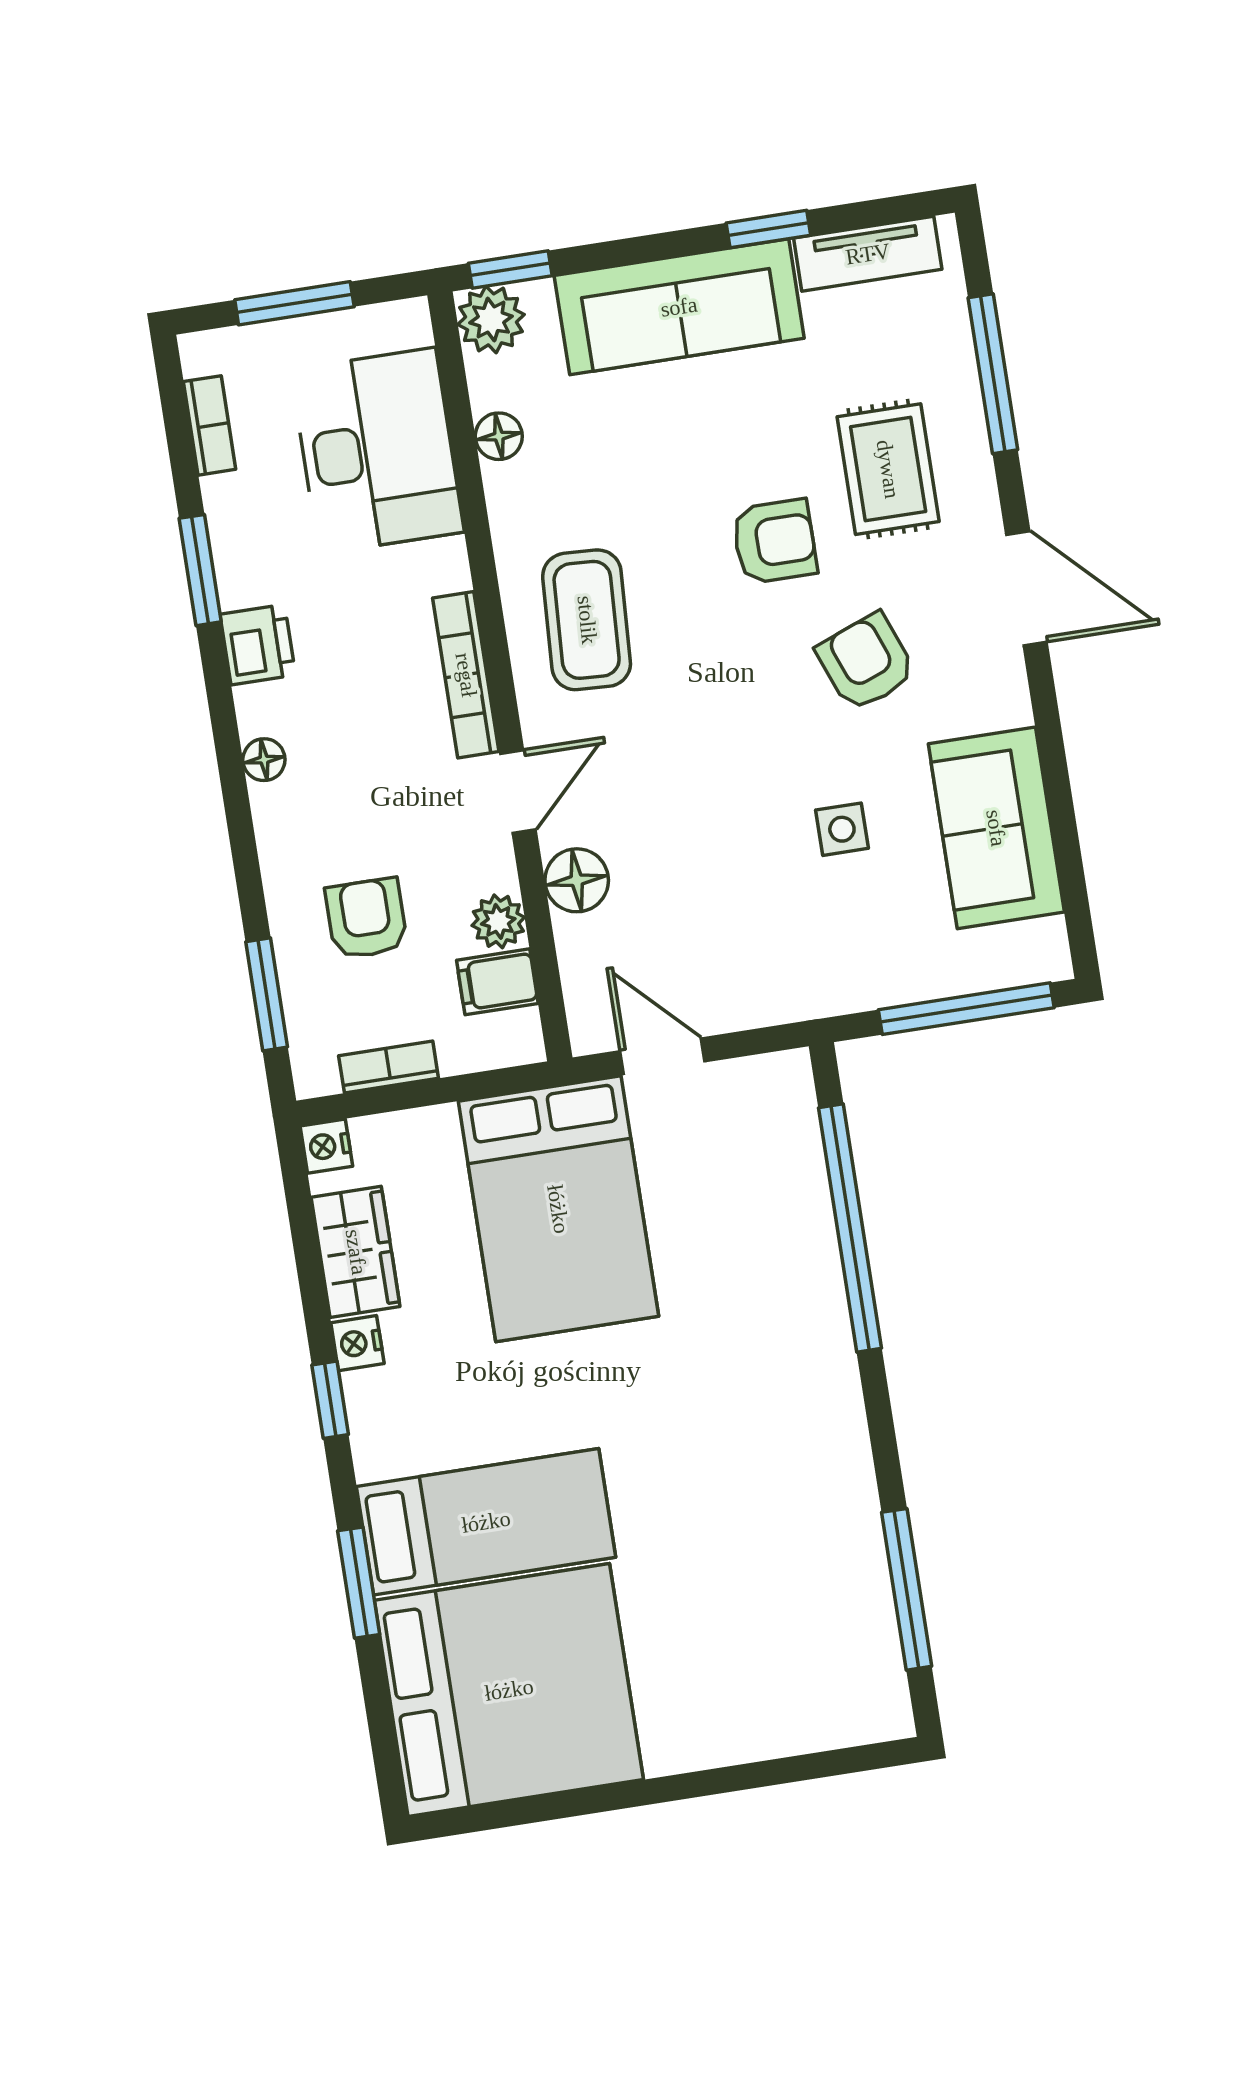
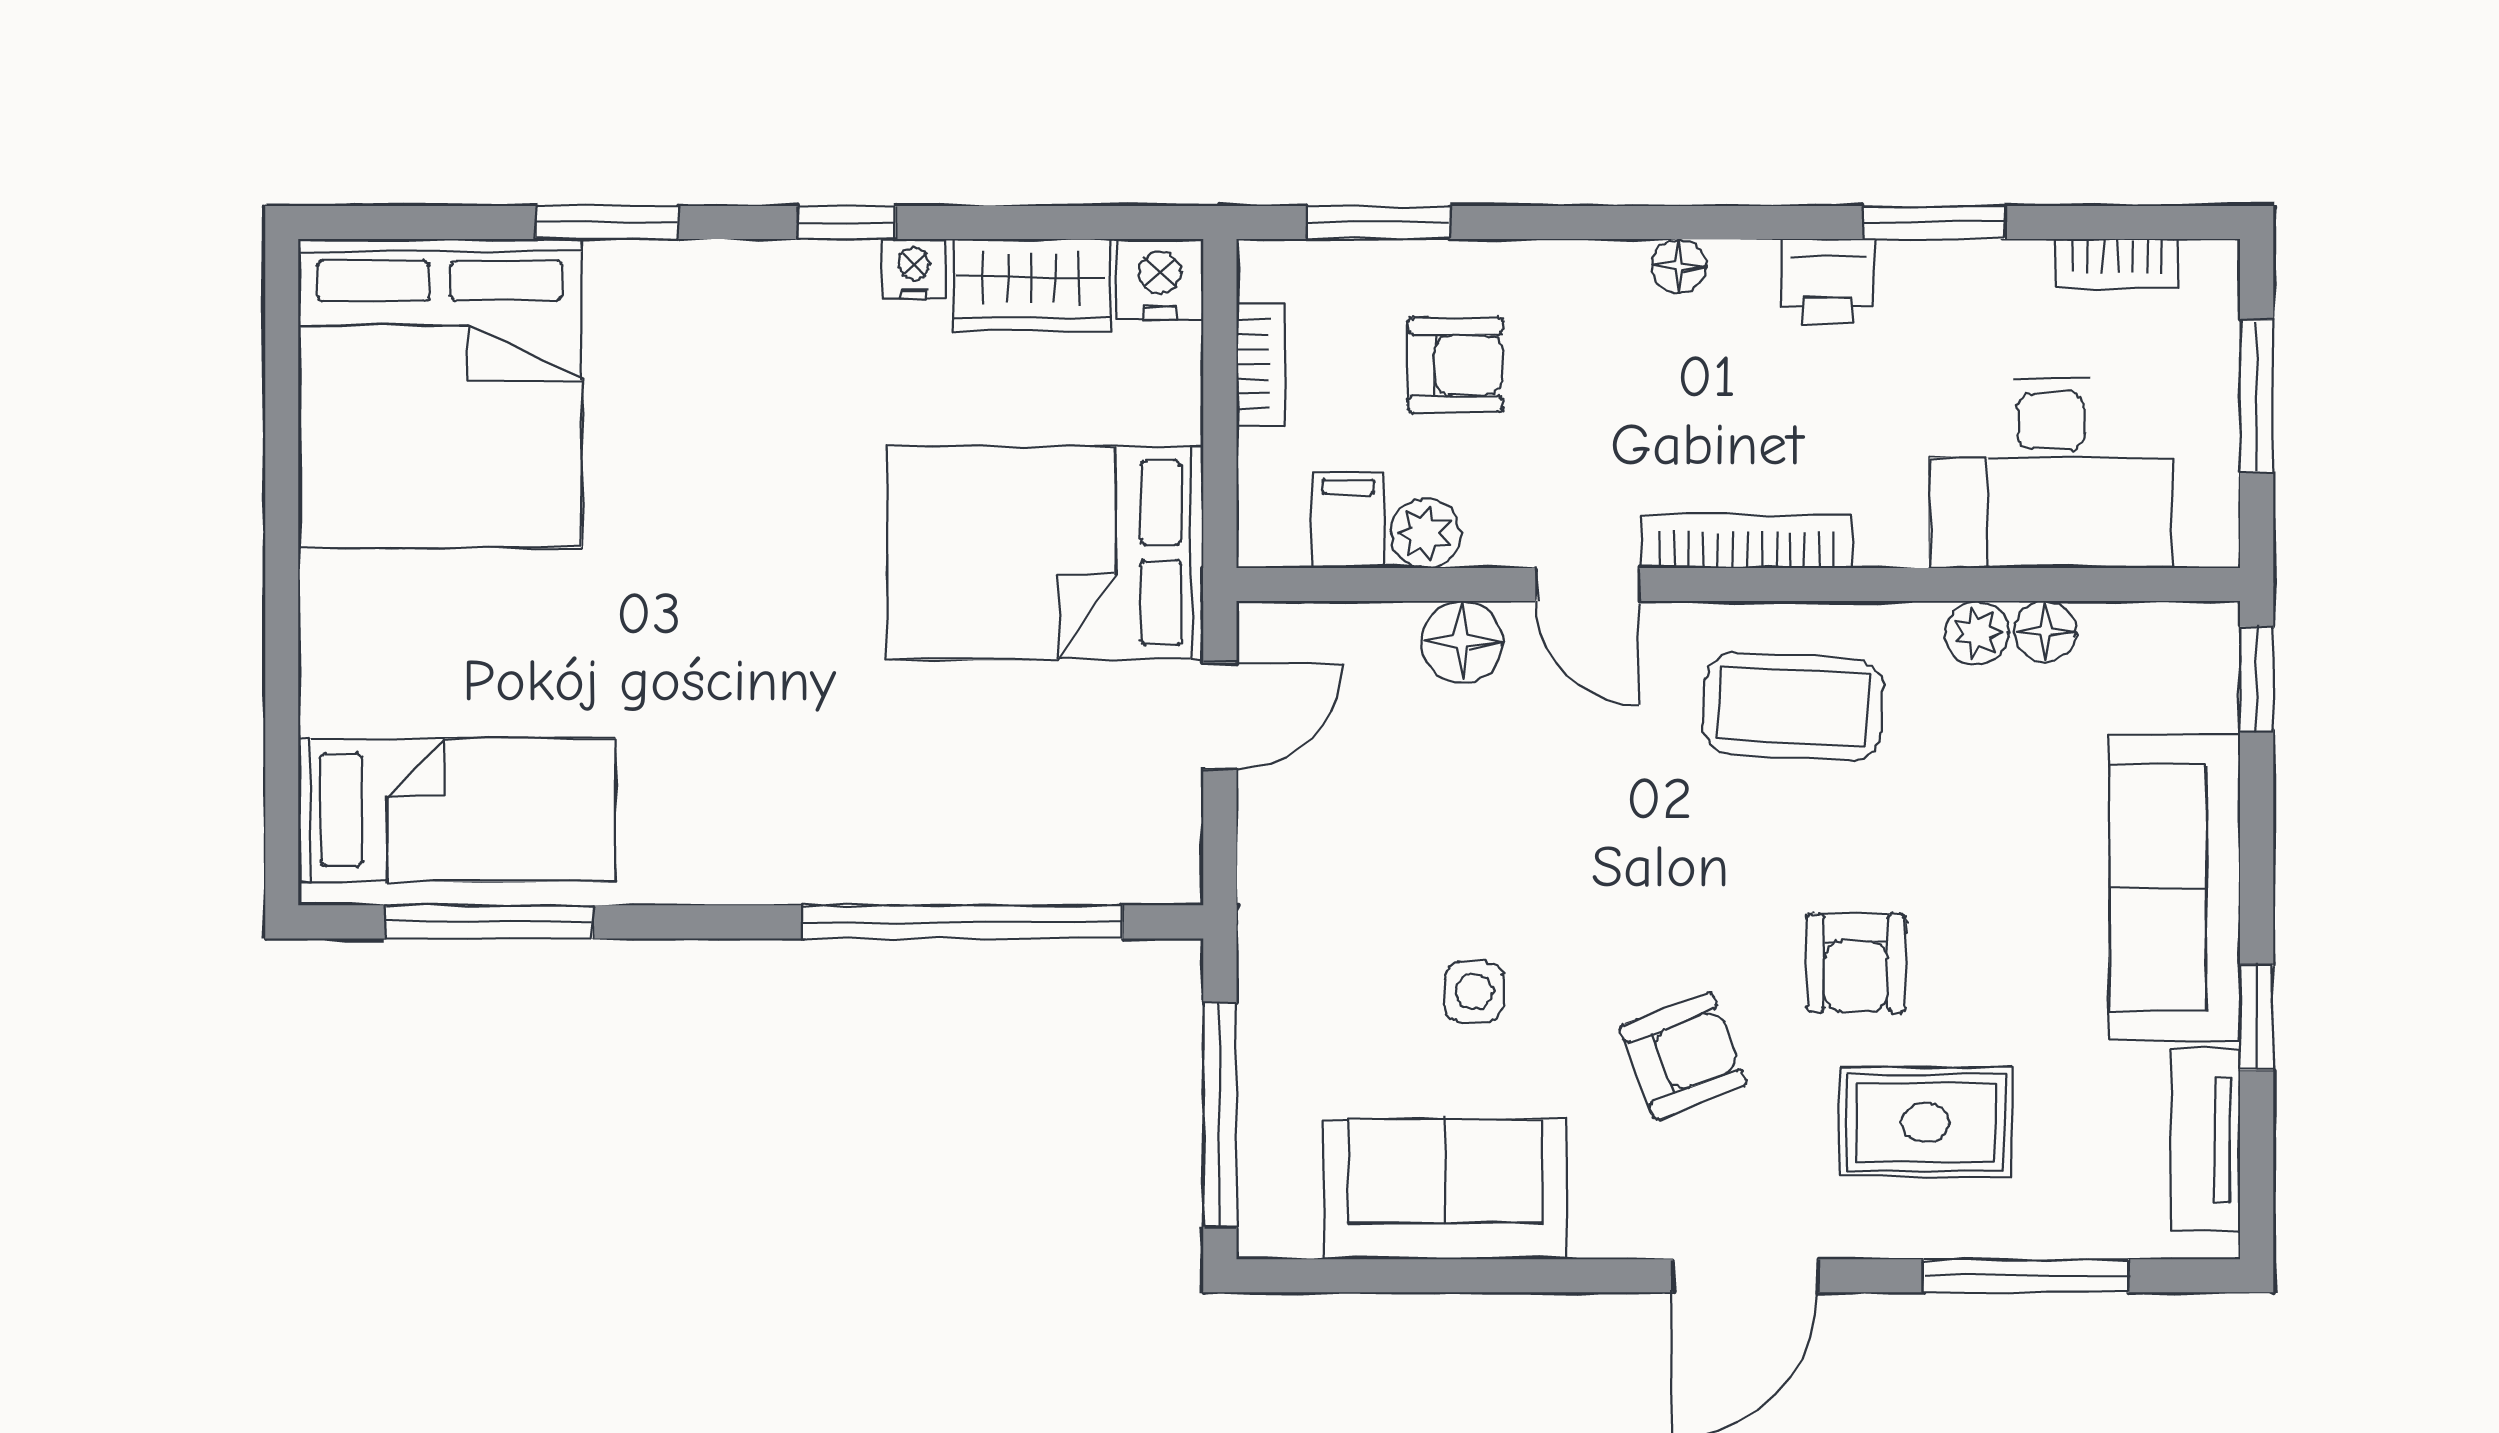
plant: (491, 319) -> (1977, 633), moved, width x0.73, depth x0.73
nightstand: (326, 1146) -> (1160, 279), width x1.39, depth x1.35
bed: (486, 1522) -> (457, 810), moved, turned -90

